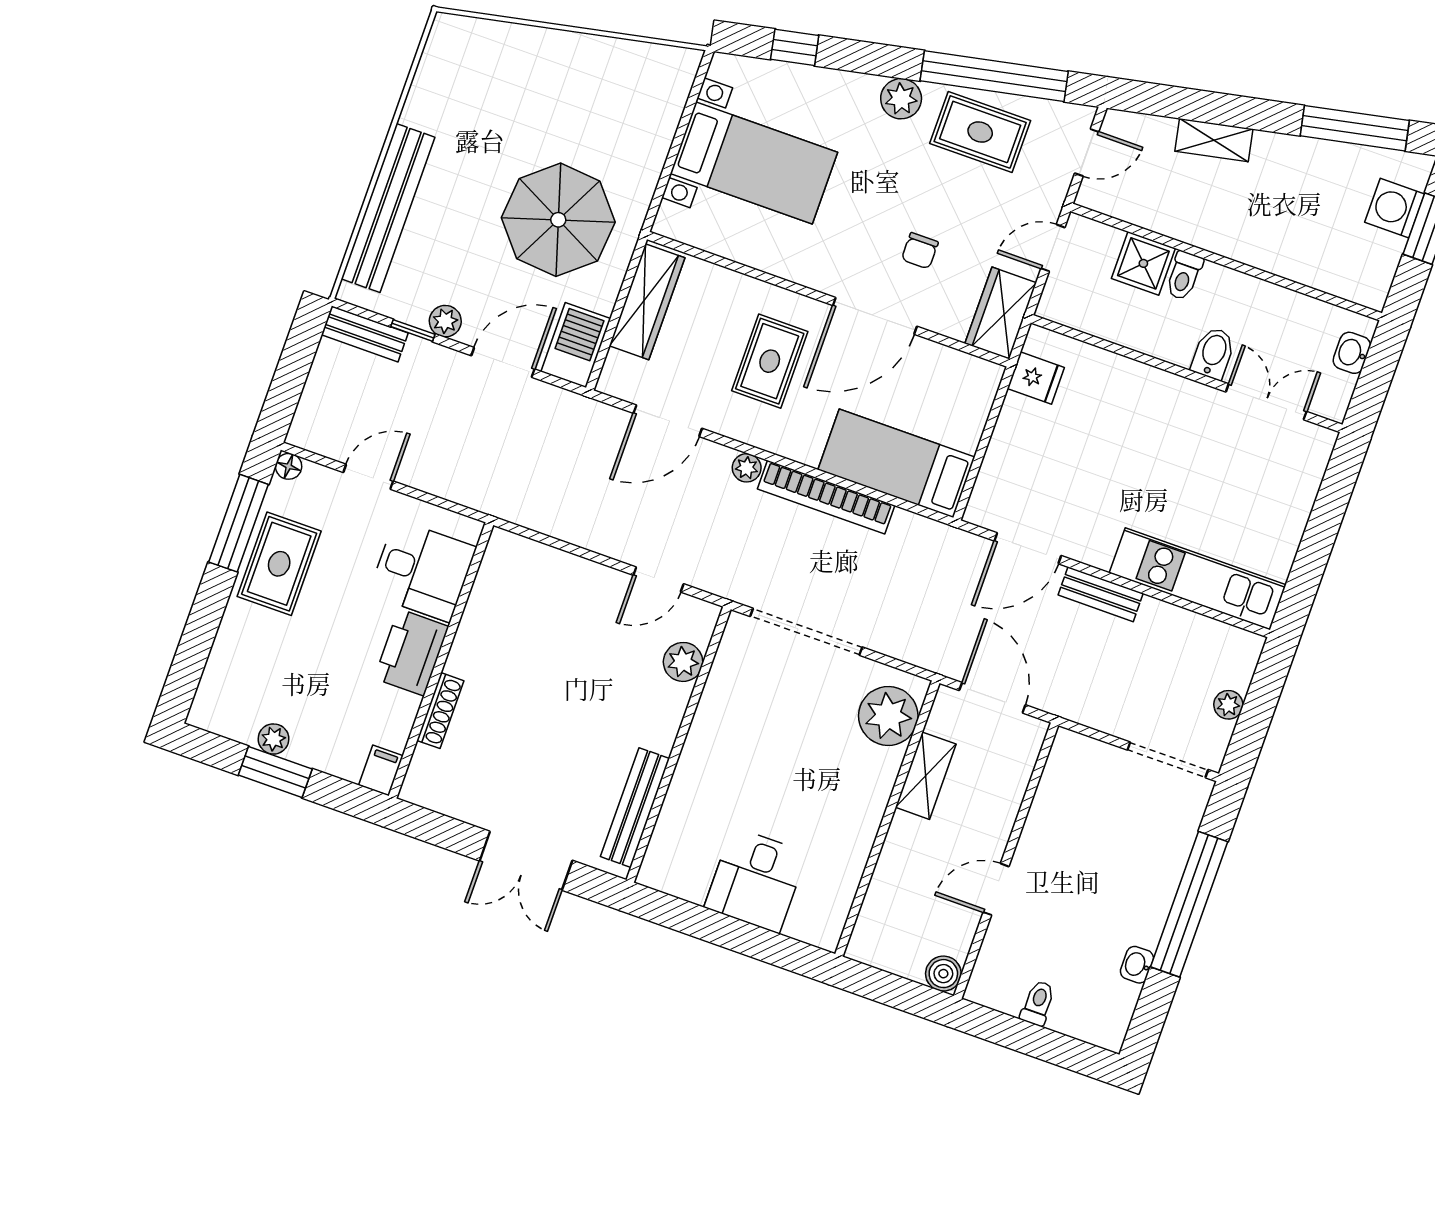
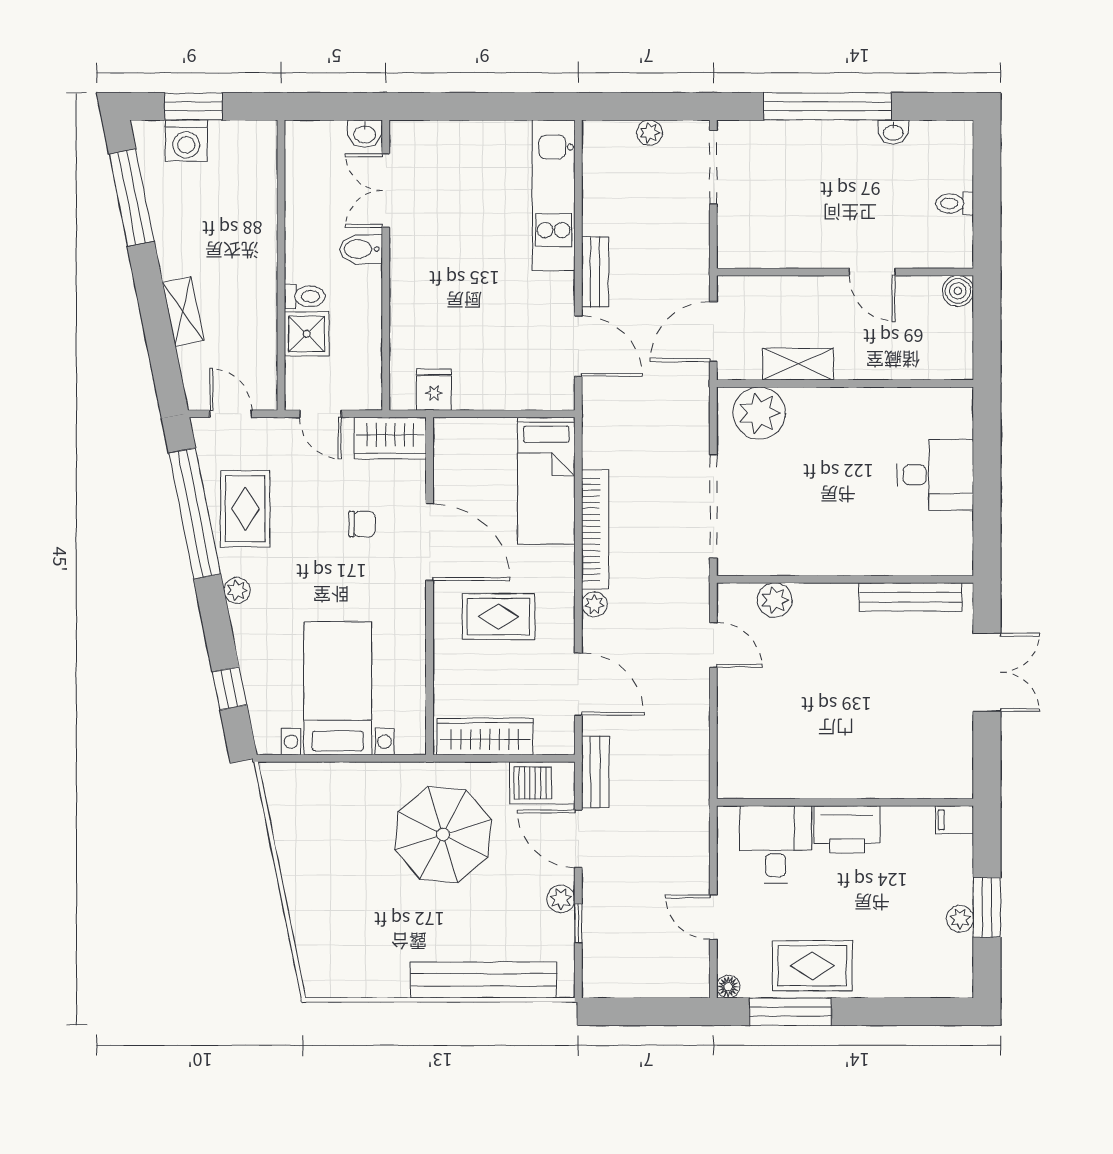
plant: (901, 99) -> (237, 590), width x0.73, depth x0.73
bench: (365, 334) -> (595, 772), moved
washbasin: (1352, 353) -> (365, 134), moved
shoe rack: (440, 711) -> (887, 788), removed

